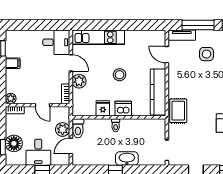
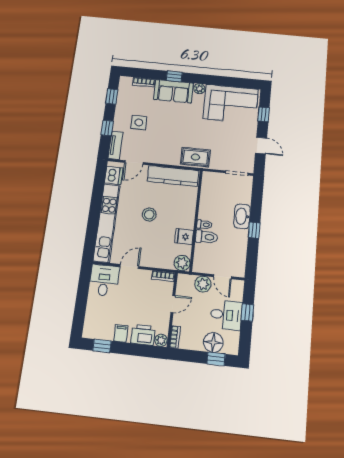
window: (198, 25) -> (107, 128), width x0.46
kitchen unit: (98, 37) -> (107, 223), width x1.36
plant: (79, 81) -> (182, 263), moved
printer: (14, 82) -> (143, 335), added
dishwasher: (123, 109) -> (114, 175), moved, turned 180
toilet: (78, 128) -> (206, 237), moved

